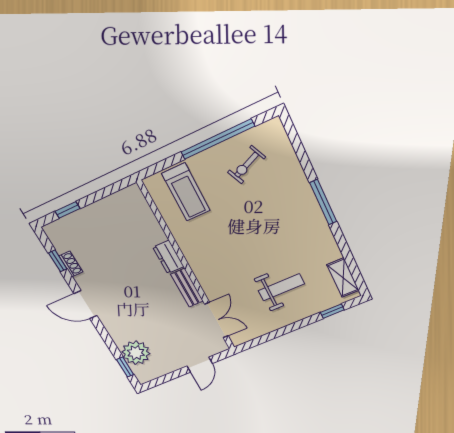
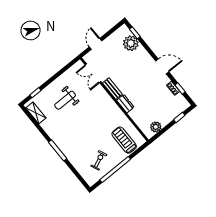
plant: (117, 203) -> (156, 127), added

